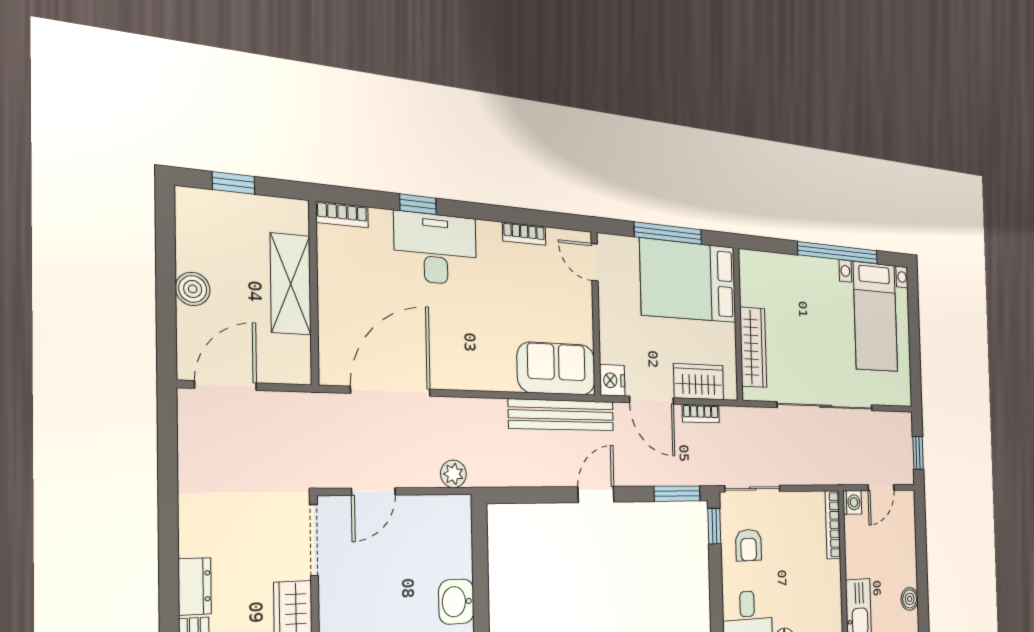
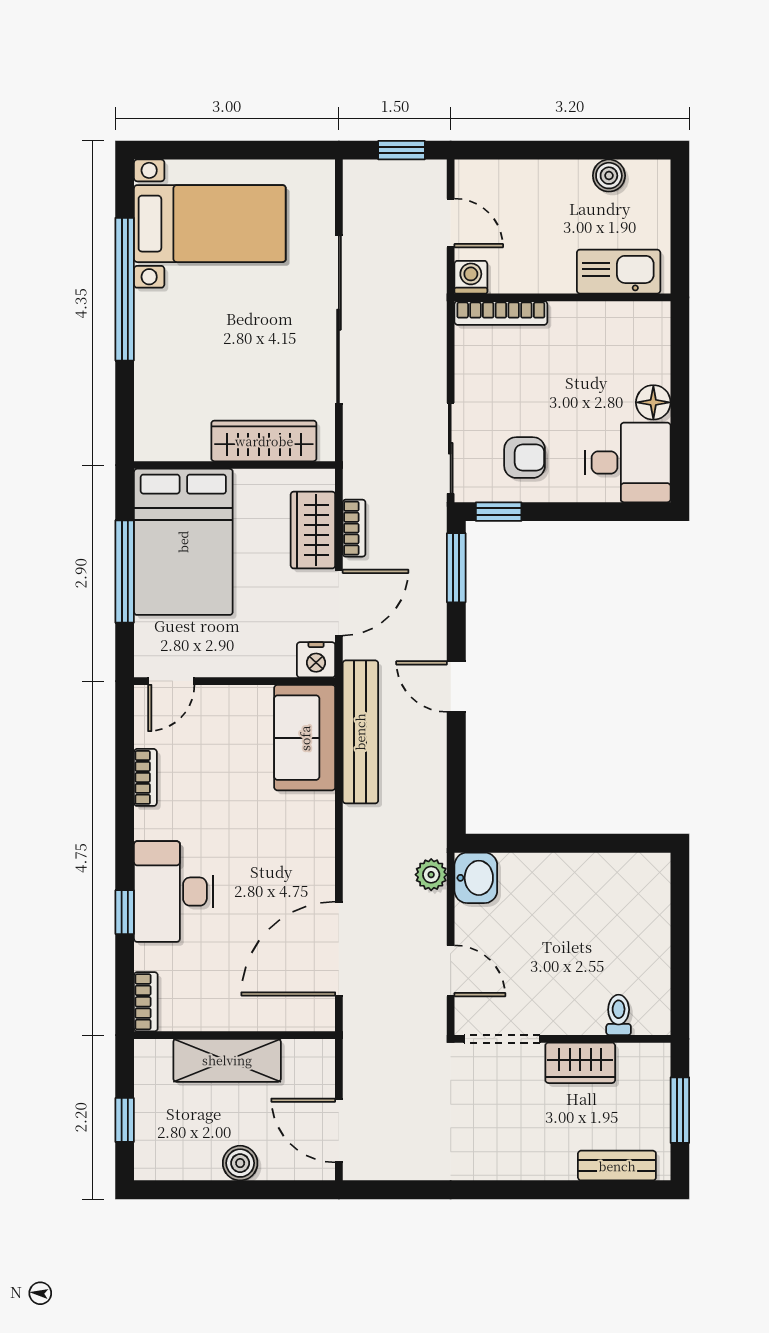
door: (391, 391) -> (339, 949), hinge flipped
dresser: (195, 586) -> (546, 1164), removed
washbasin: (456, 602) -> (476, 878), moved, turned -90

